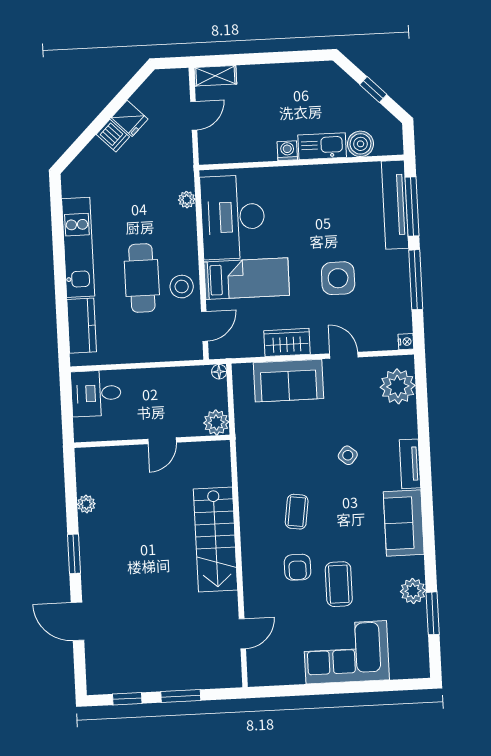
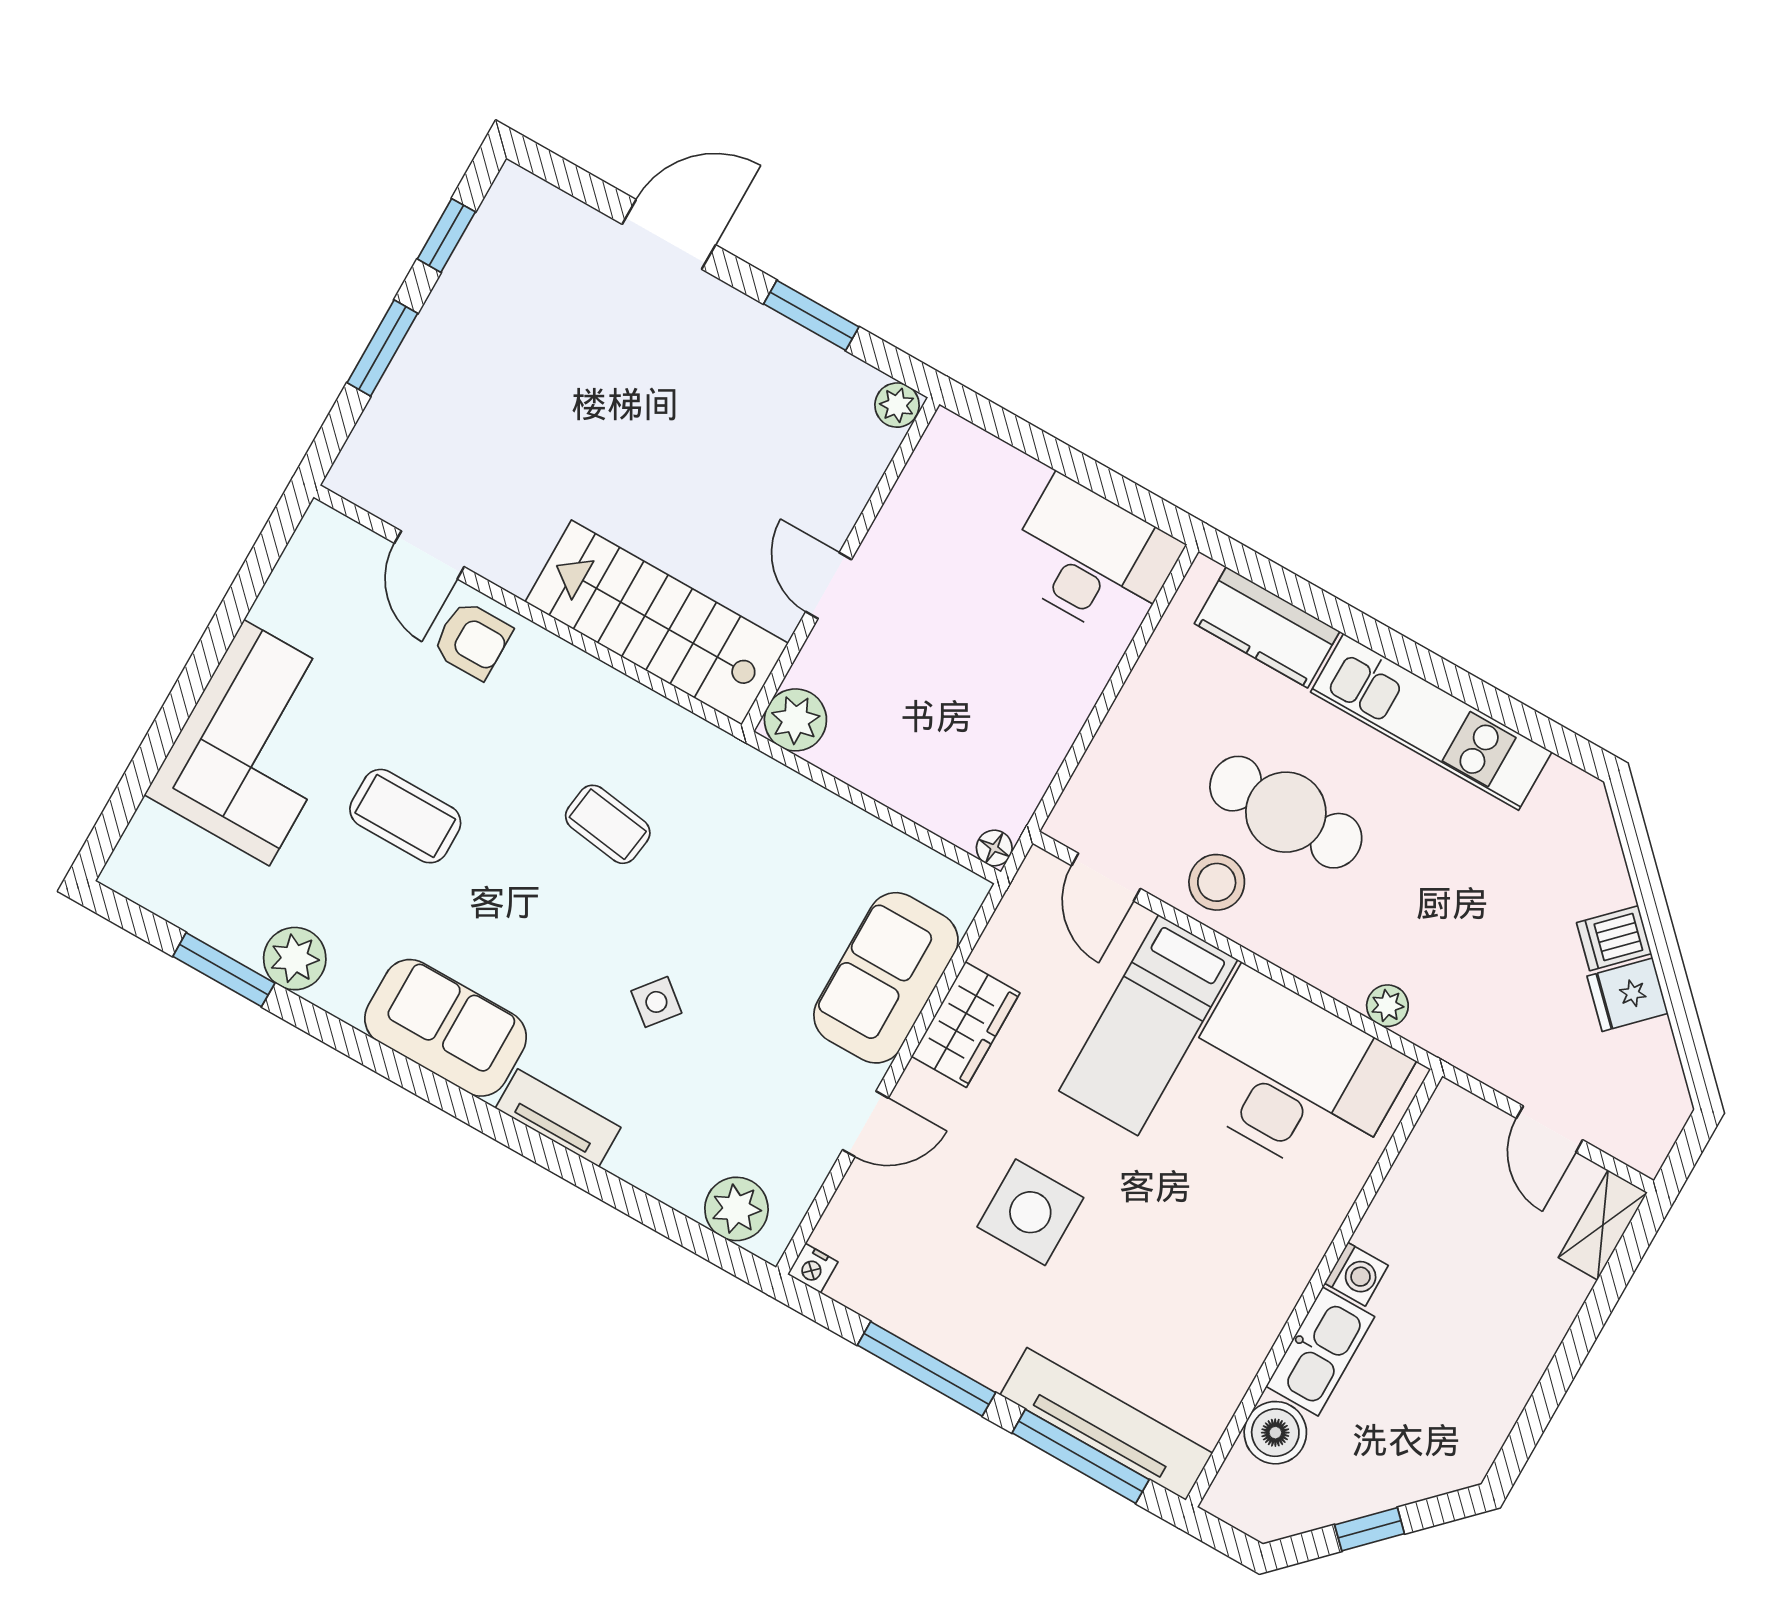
plant: (398, 386) -> (736, 1209), width x0.73, depth x0.73
desk: (96, 393) -> (1092, 559), width x1.37
plant: (216, 422) -> (795, 720), moved
wall: (152, 441) -> (841, 564), moved
door: (162, 441) -> (829, 586), moved
armchair: (297, 567) -> (472, 640), moved, turned 180

